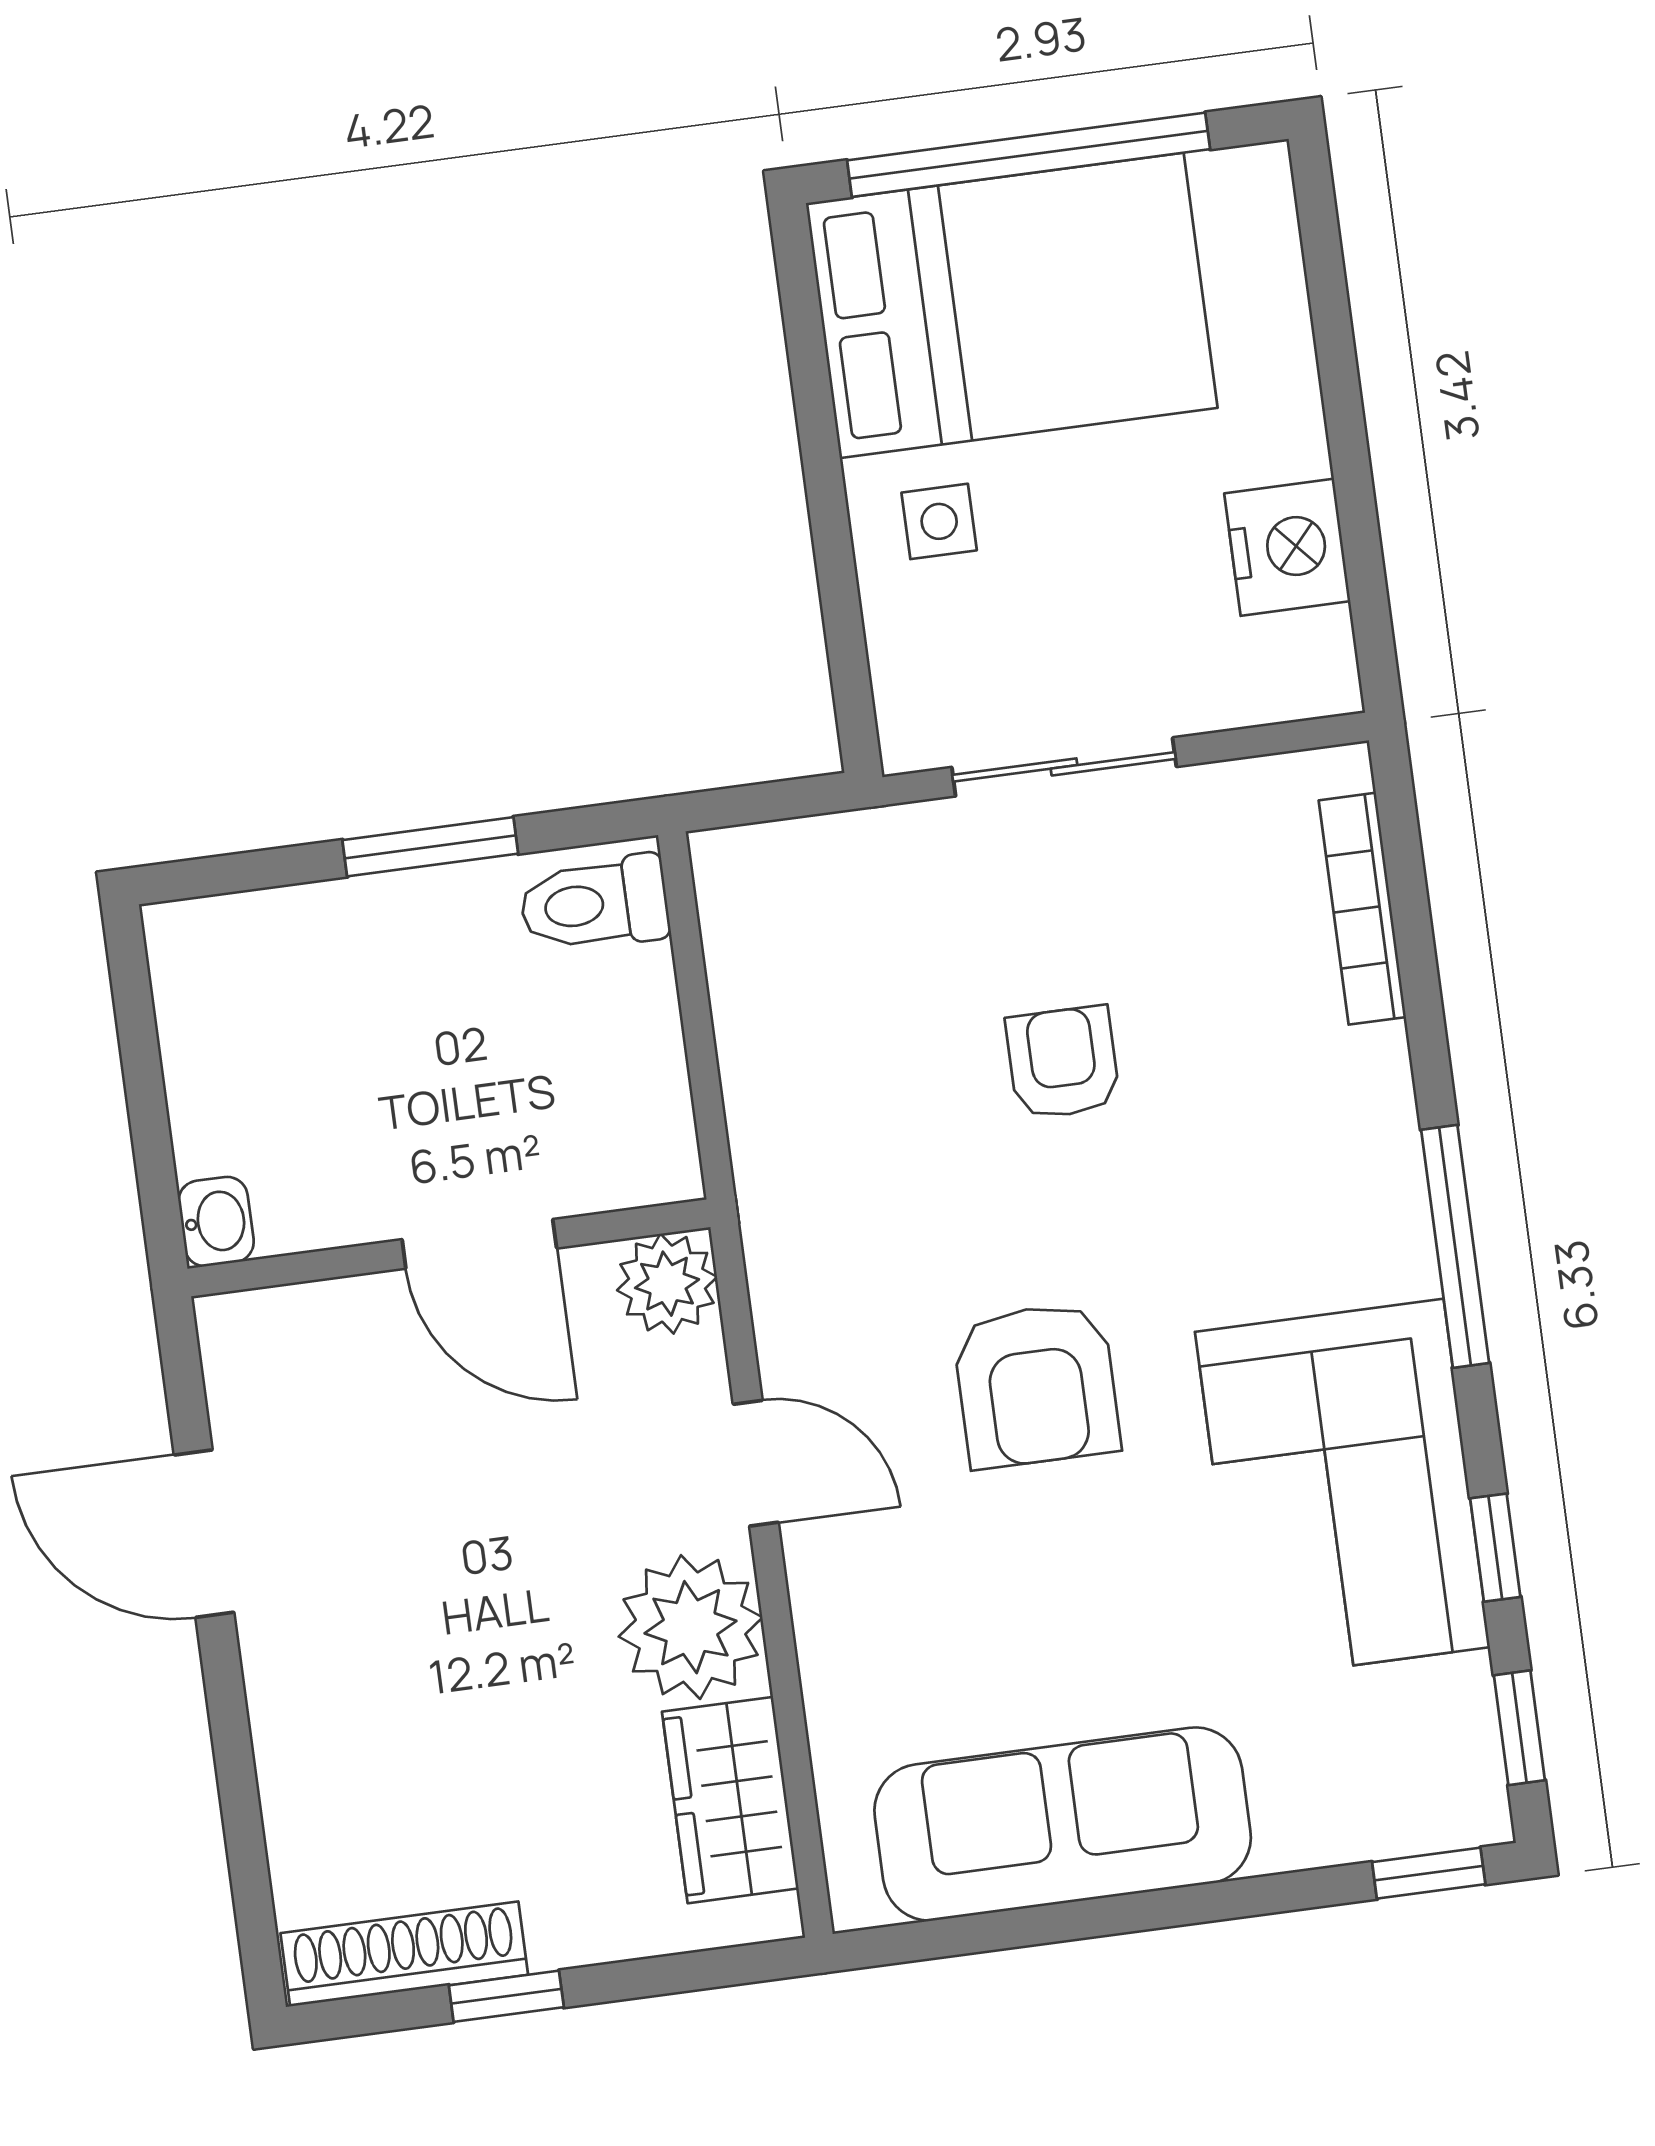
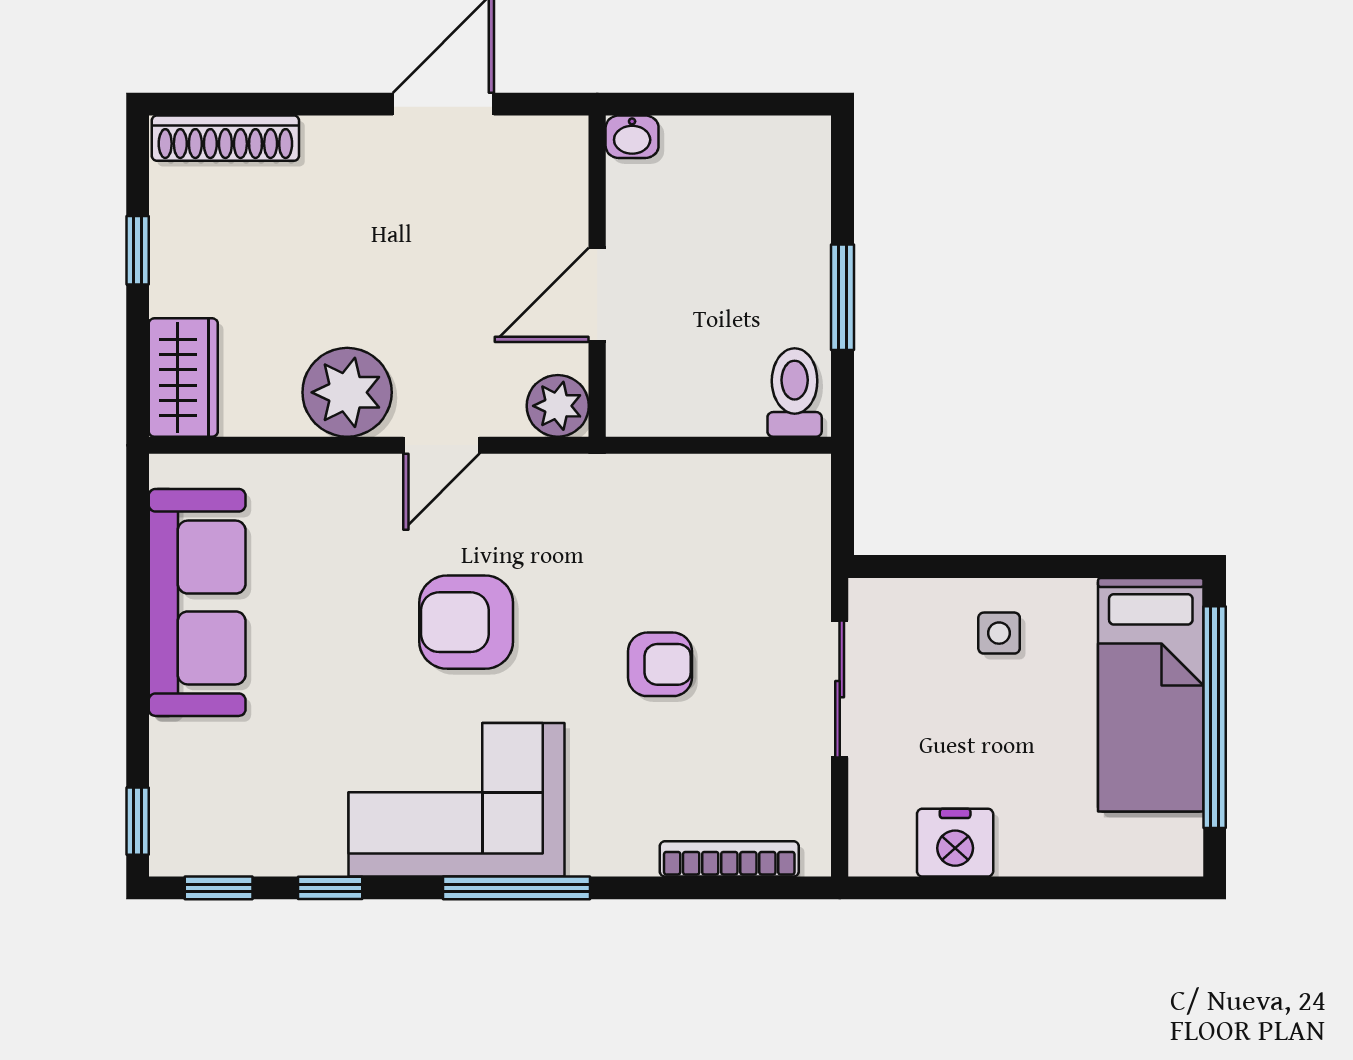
bed: (1012, 305) -> (1151, 695), width x0.67
corner sofa: (1342, 1489) -> (457, 800), moved
wardrobe: (730, 1800) -> (183, 378), moved, turned 90
shoe rack: (404, 1954) -> (225, 138), moved, turned 90

